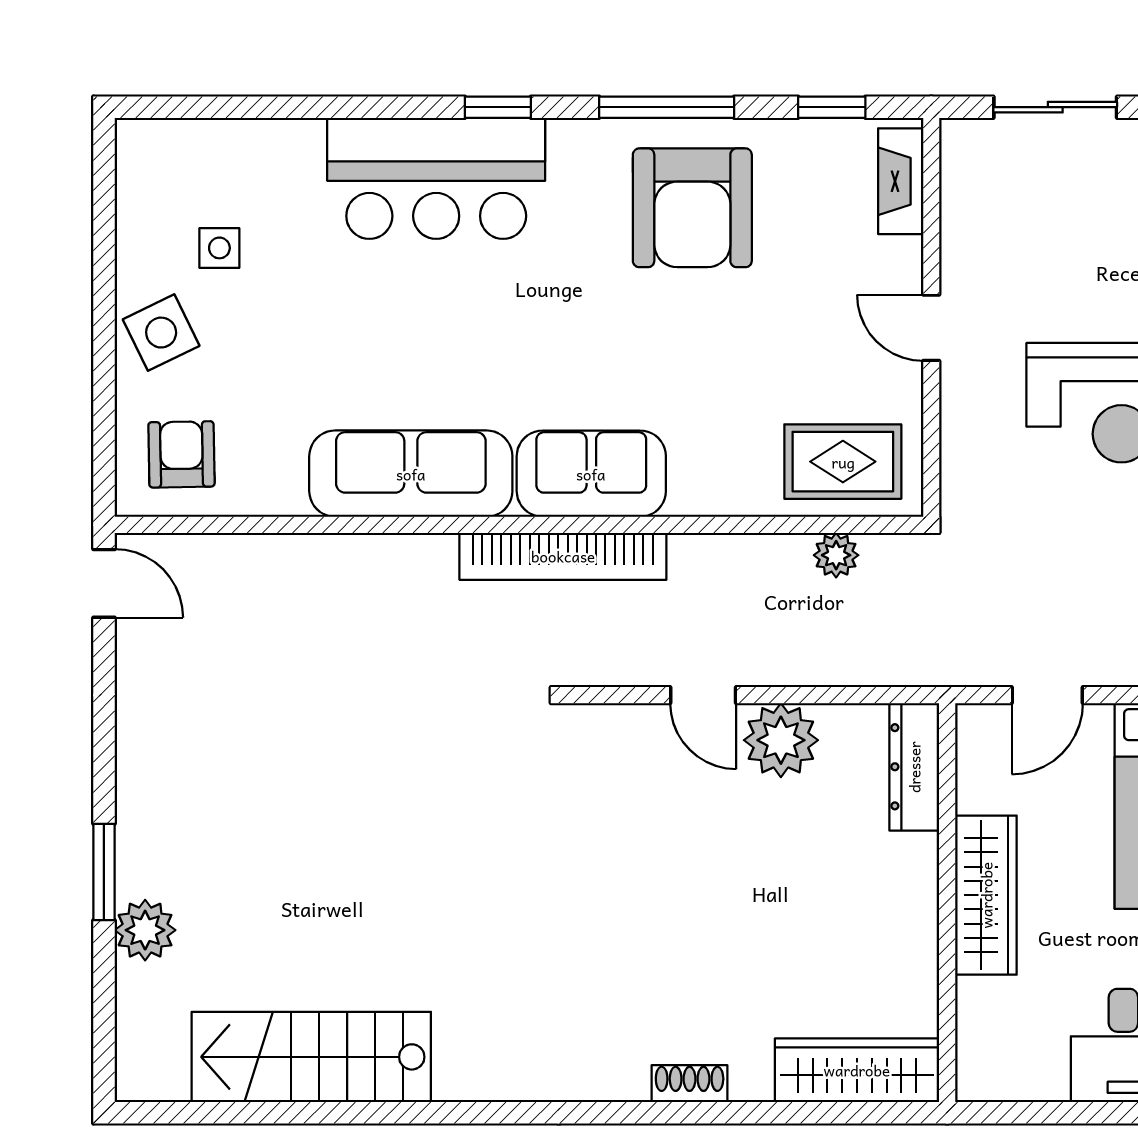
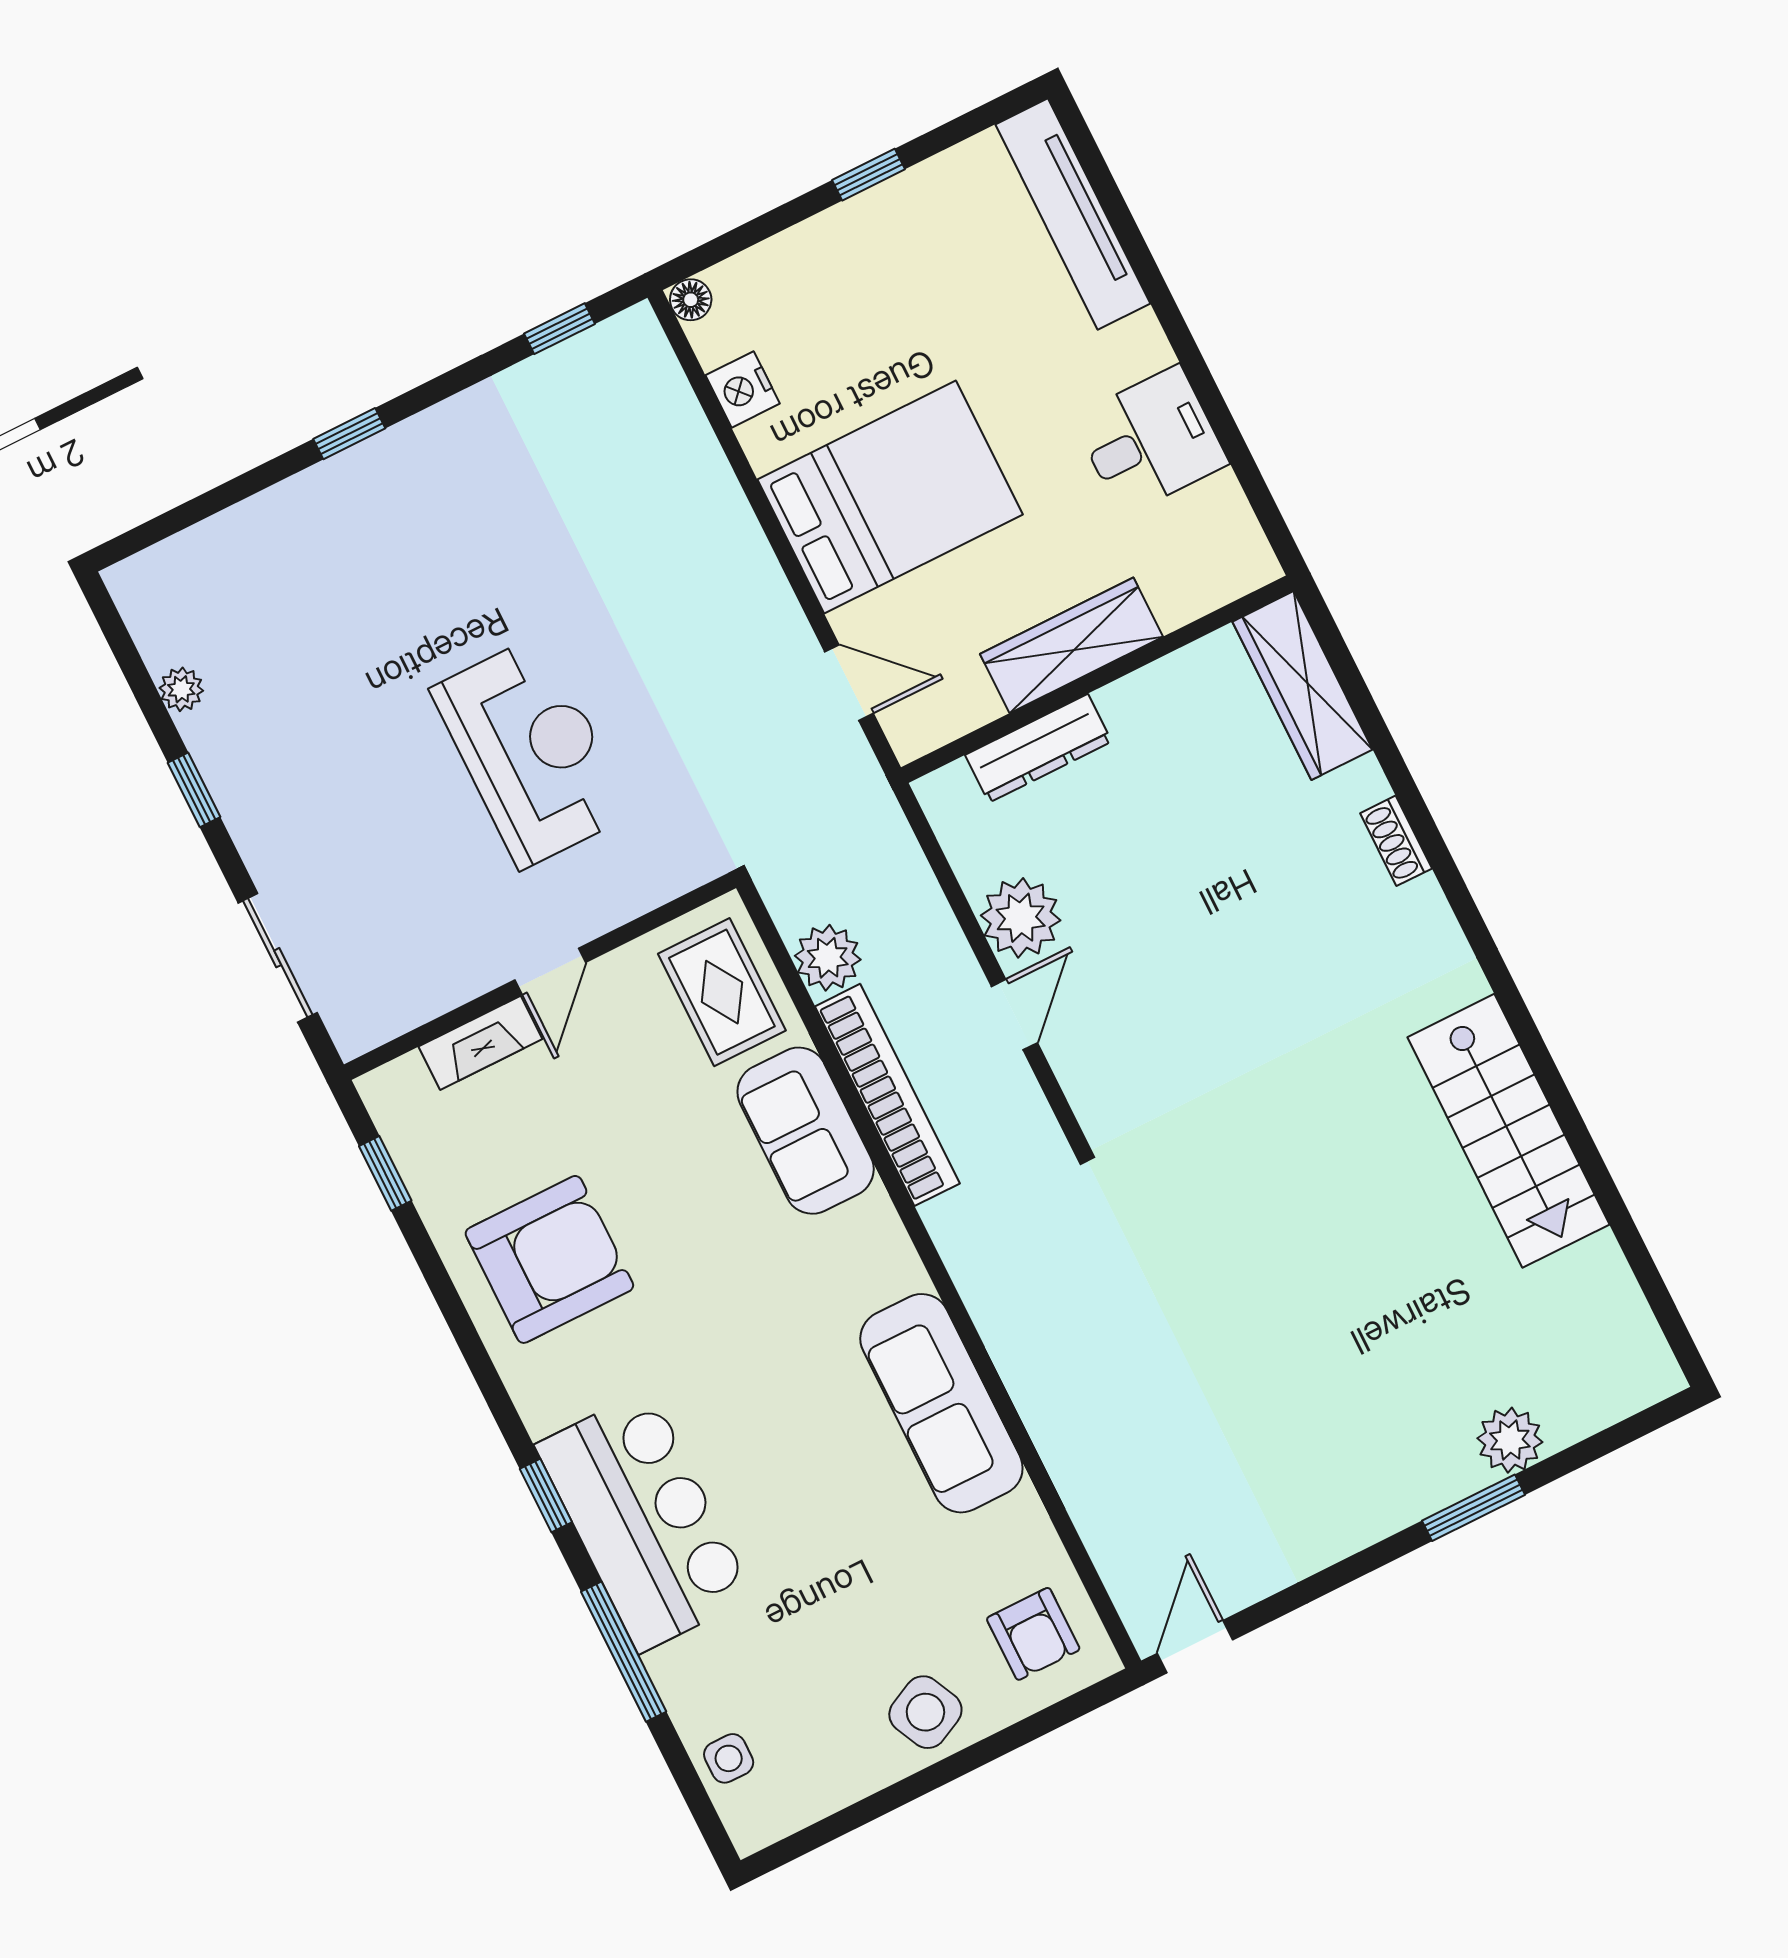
window: (667, 107) -> (624, 1652), moved
fireplace: (901, 181) -> (480, 1043), moved
side table: (219, 248) -> (729, 1758), moved
armchair: (181, 454) -> (1033, 1634), turned -89
sofa: (591, 474) -> (806, 1131), moved
plant: (836, 555) -> (828, 958), width x1.38, depth x1.38
bookcase: (563, 556) -> (887, 1095), moved
dresser: (914, 767) -> (1038, 748), moved
stairs: (311, 1057) -> (1508, 1131), moved

